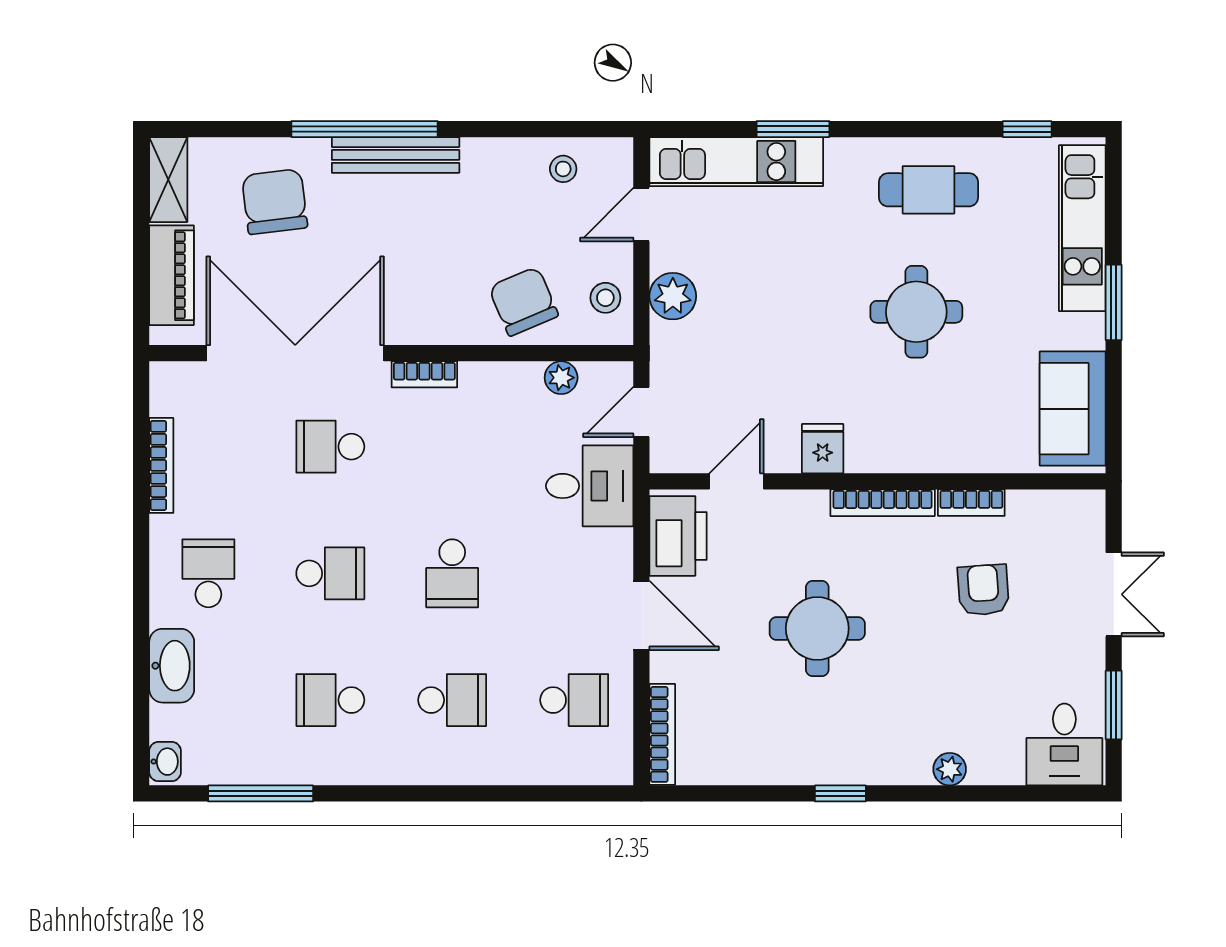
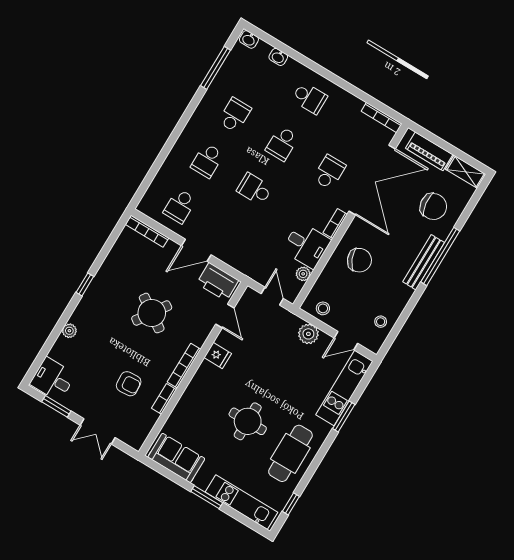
cafe table: (929, 190) -> (290, 453), width x1.37, depth x1.35
door: (641, 215) -> (346, 341), swing flipped
chair: (524, 301) -> (359, 260), moved
bookcase: (161, 465) -> (382, 118), moved
desk: (590, 486) -> (306, 245), moved, turned -90
round table: (817, 628) -> (152, 313), turned 34
washbasin: (172, 666) -> (278, 57), width x0.52, depth x0.69

